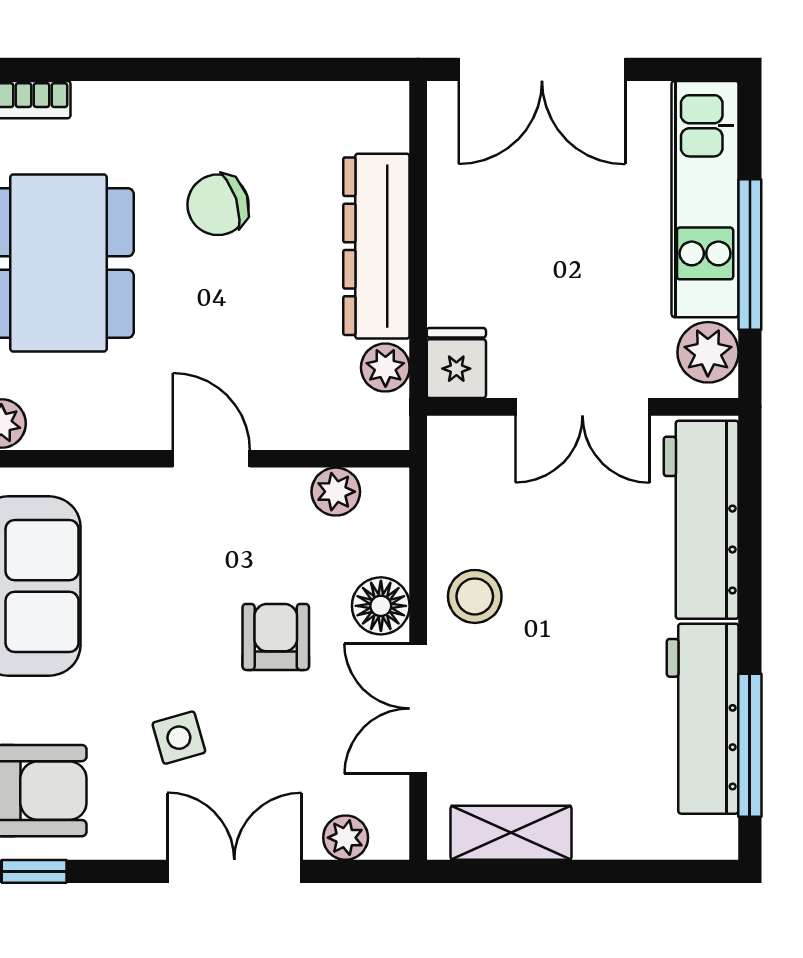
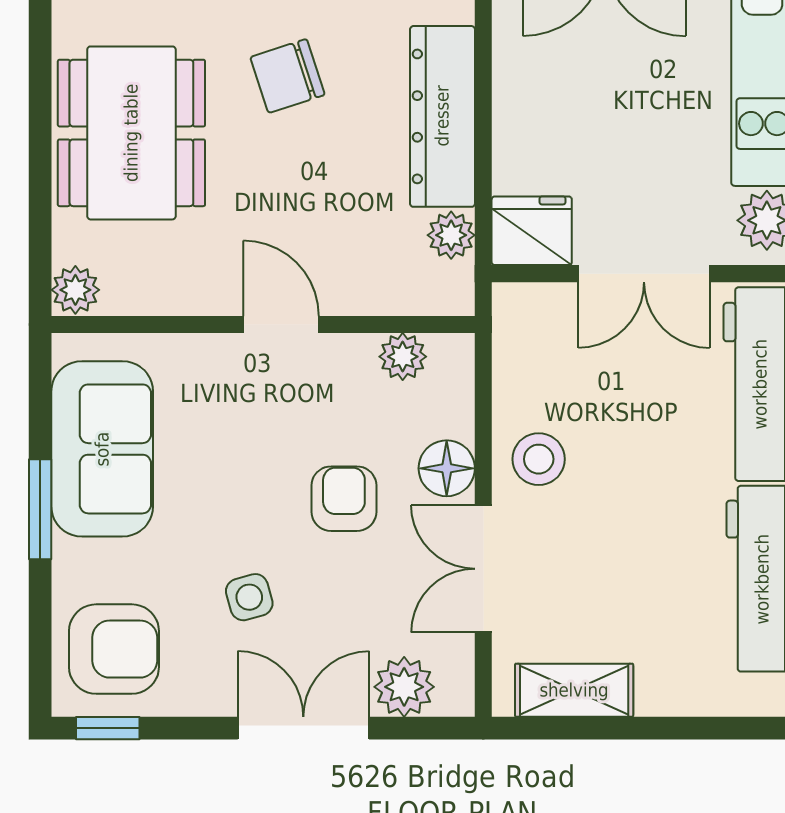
fridge: (456, 363) -> (532, 231), width x1.38
plant: (346, 838) -> (404, 687), width x1.38, depth x1.38

